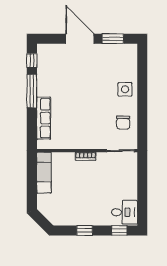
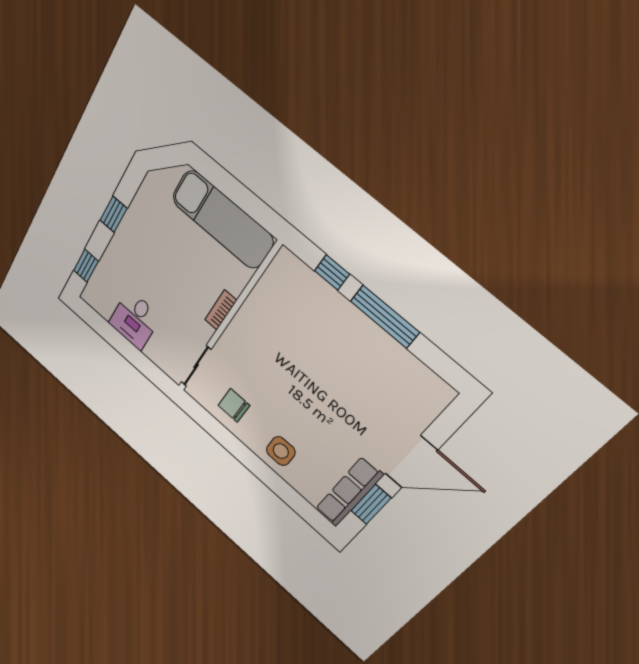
window: (32, 61) -> (332, 272), moved
row of seats: (44, 118) -> (349, 492), moved, turned 90
exam couch: (44, 173) -> (222, 219), width x1.36, depth x1.45
desk: (124, 212) -> (135, 320), moved

